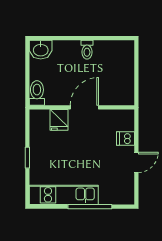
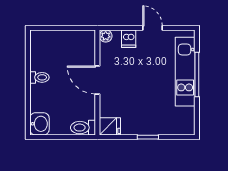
plant: (128, 116) -> (106, 36), added
fridge: (59, 120) -> (110, 126), moved
kitchen unit: (64, 195) -> (185, 72), moved

